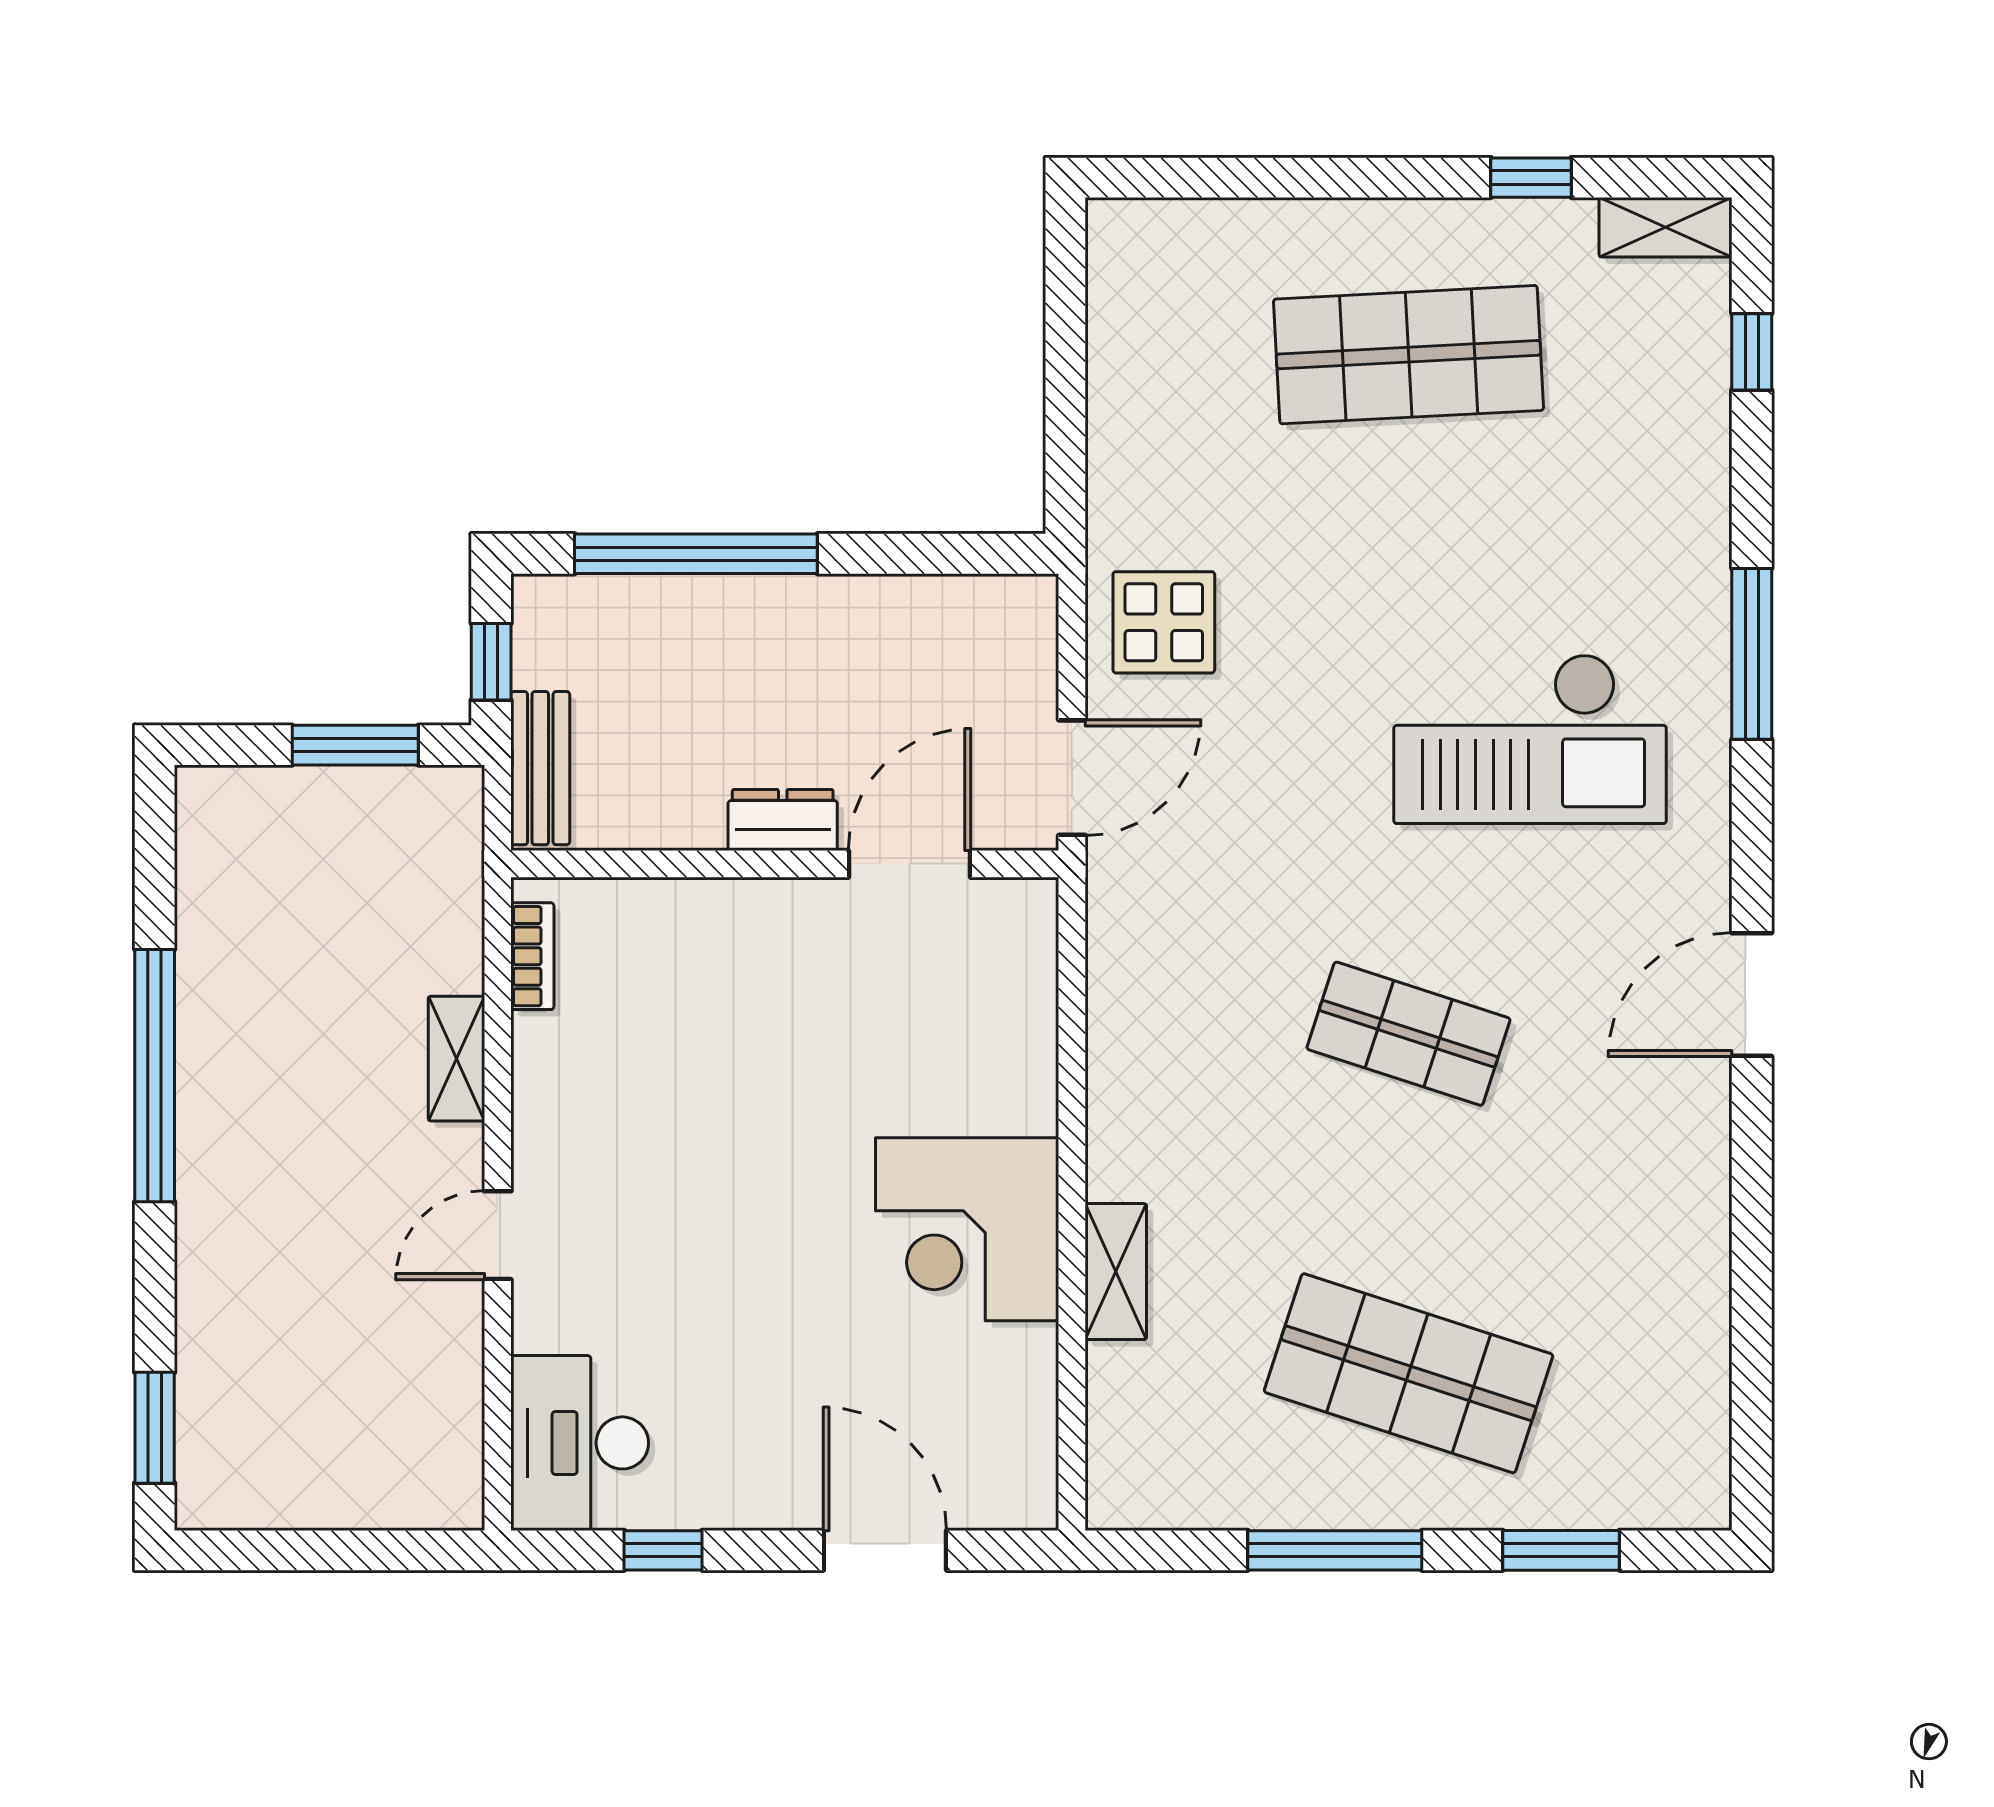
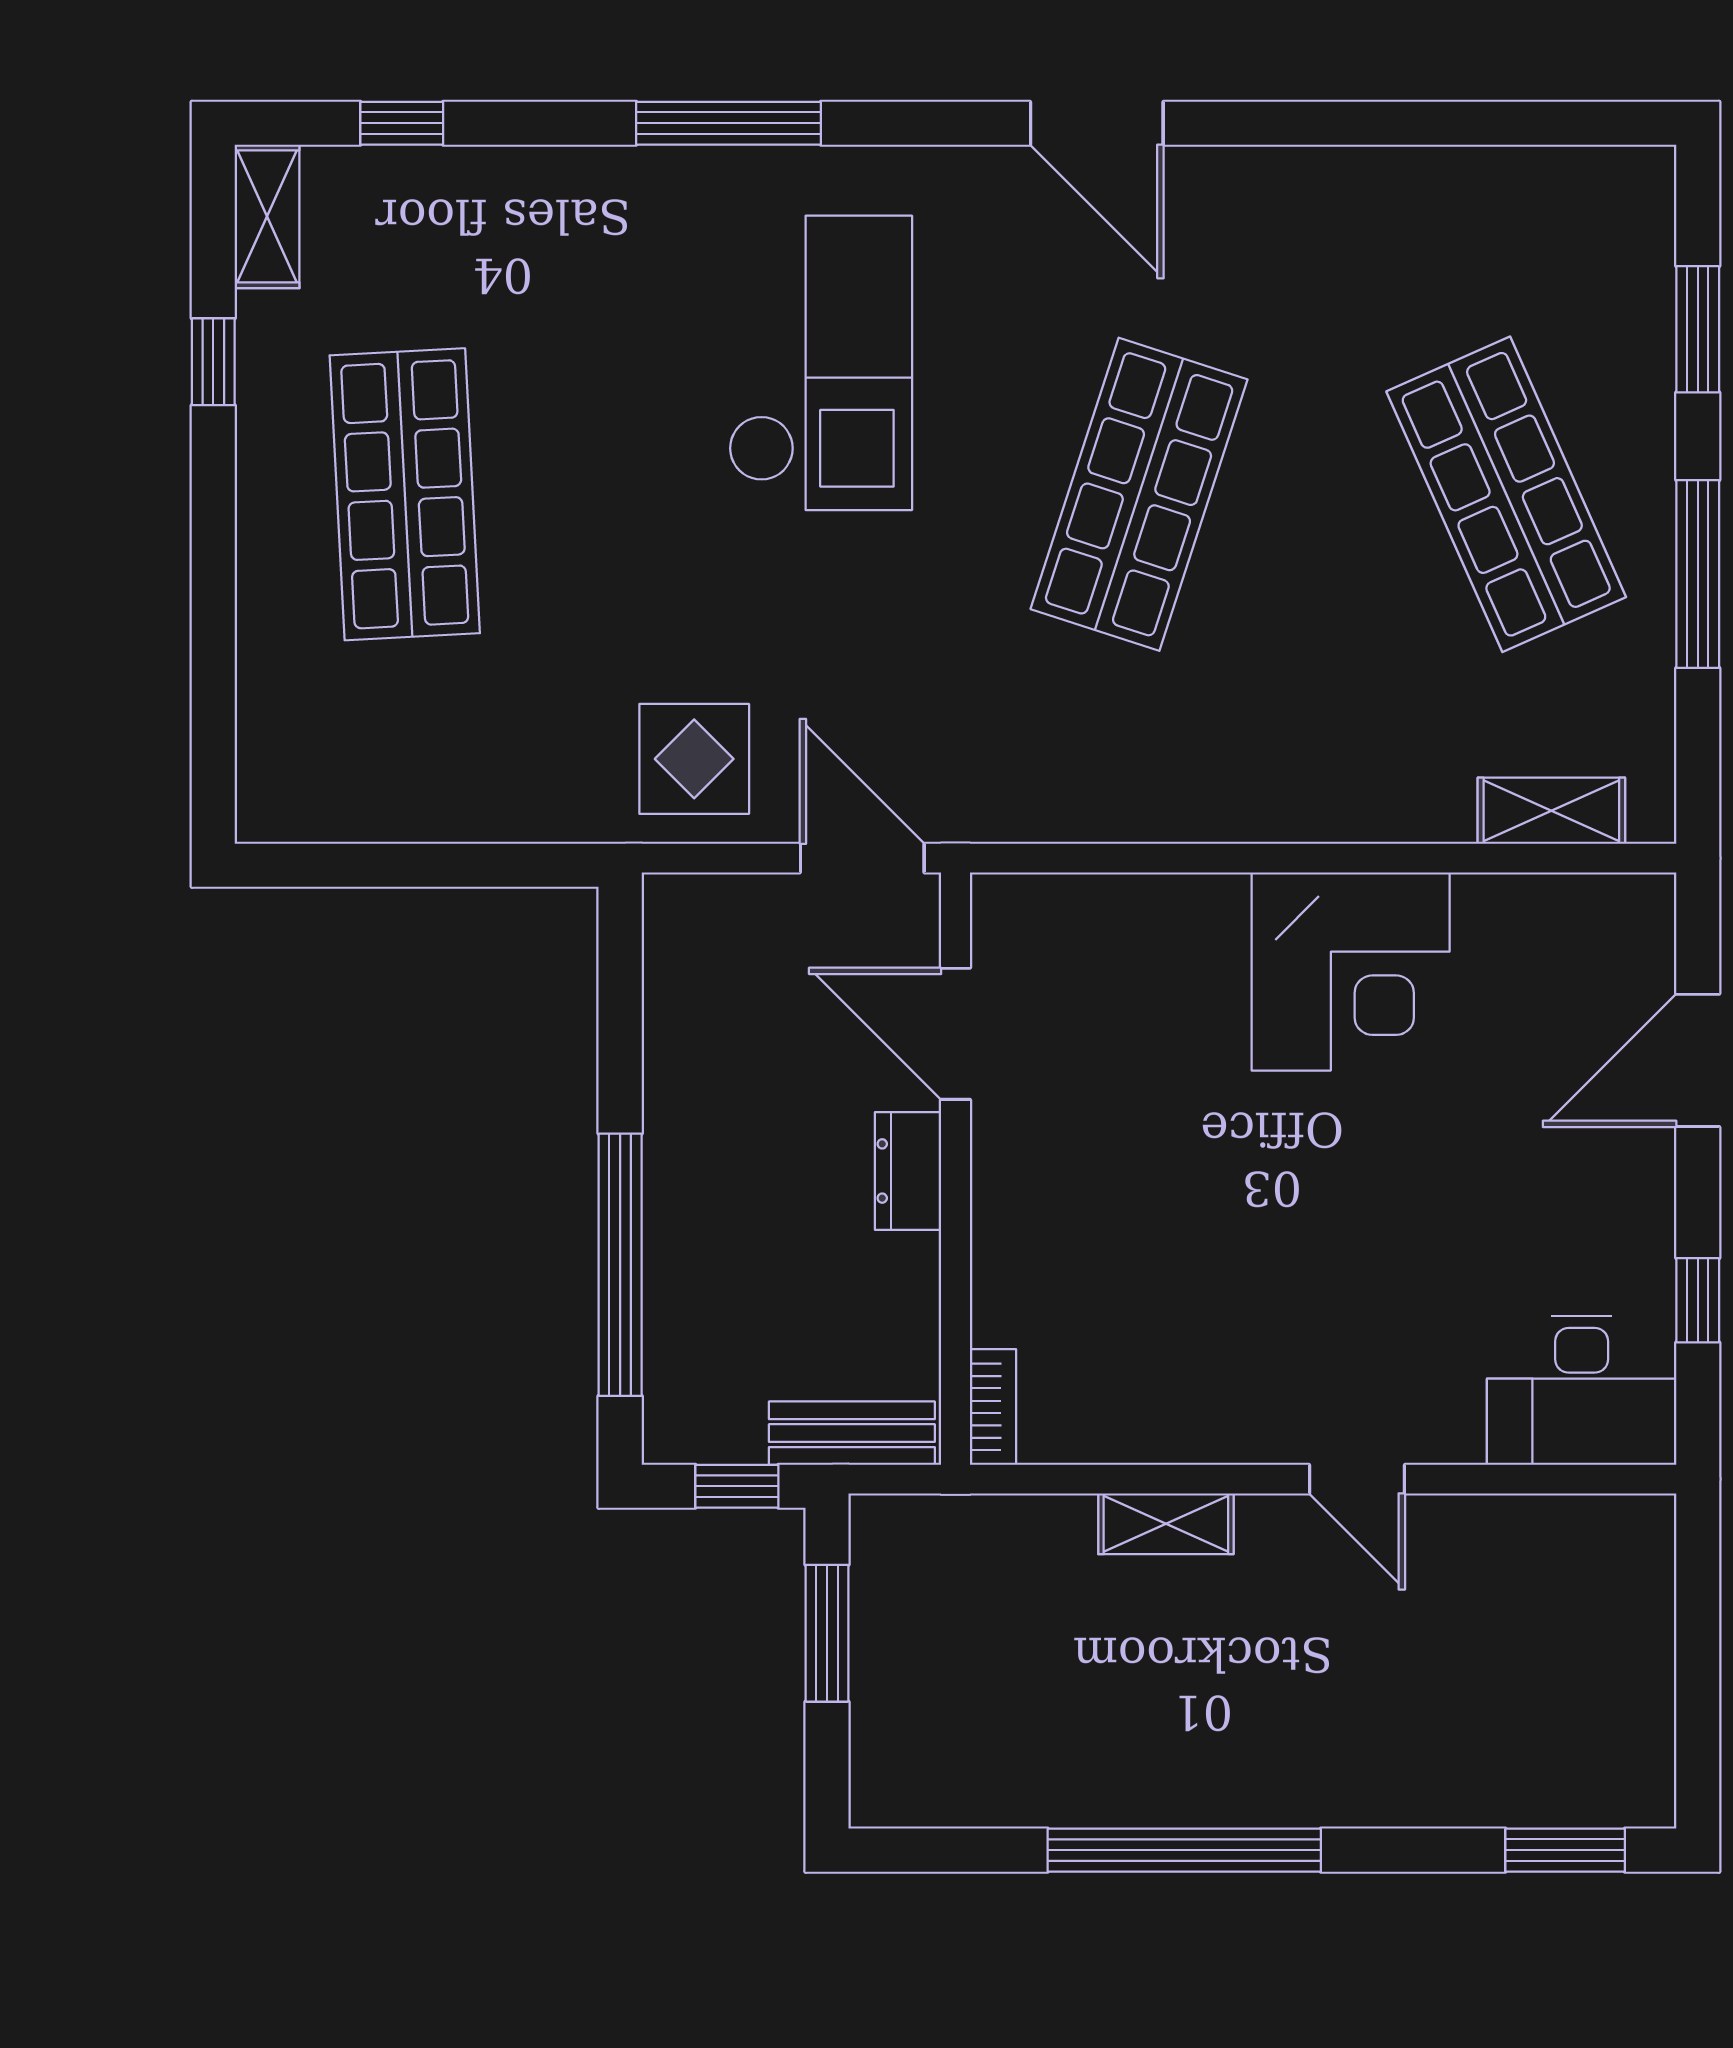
bookcase: (532, 956) -> (993, 1407), moved, turned 90
shop shelf: (1409, 1034) -> (1139, 494), width x1.43, depth x1.36
shelving: (1116, 1272) -> (1551, 811), moved
shop shelf: (1409, 1373) -> (1506, 494), turned -42

